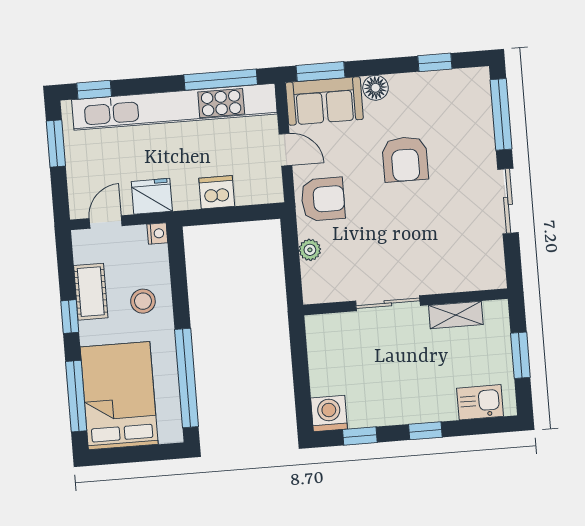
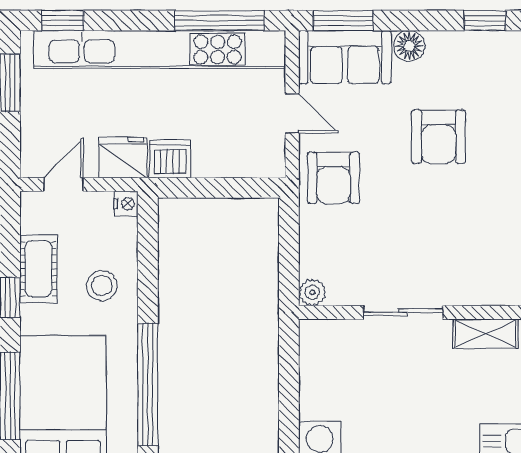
dishwasher: (217, 192) -> (170, 159), moved
armchair: (323, 199) -> (333, 178), turned 90
plant: (310, 250) -> (312, 292), moved

